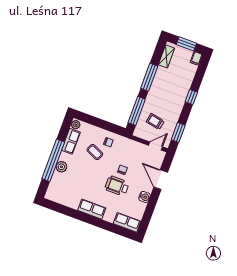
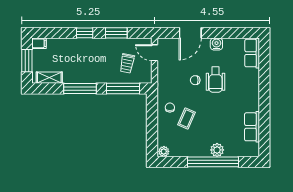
window: (178, 132) -> (116, 33), moved
row of seats: (71, 141) -> (184, 150), removed
row of seats: (92, 209) -> (252, 127), moved

